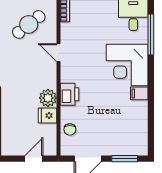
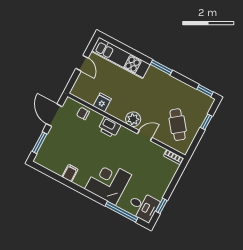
filing cabinet: (139, 93) -> (70, 173), moved
plant: (48, 98) -> (133, 119), moved
door: (34, 159) -> (82, 63), moved

